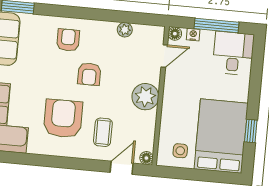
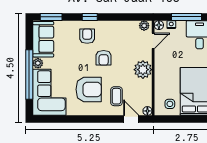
window: (74, 12) -> (90, 17), added
plant: (125, 30) -> (144, 26), moved
armchair: (63, 119) -> (89, 89), turned 90
door: (122, 168) -> (131, 119), hinge flipped

